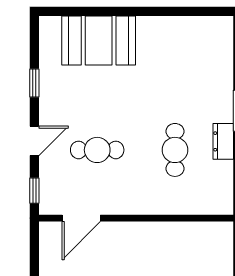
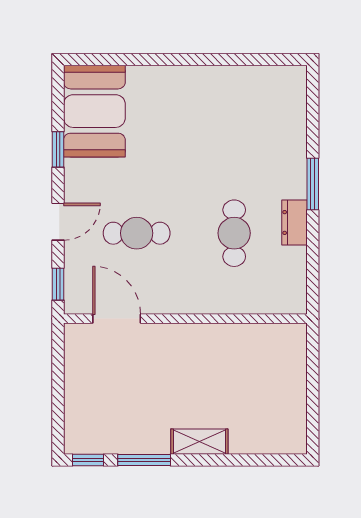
booth: (99, 40) -> (94, 111), moved, turned 90
door: (81, 218) -> (117, 319), swing flipped

